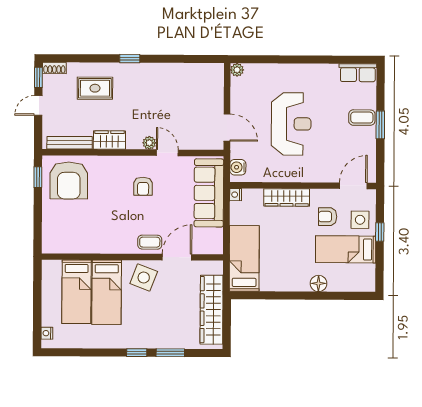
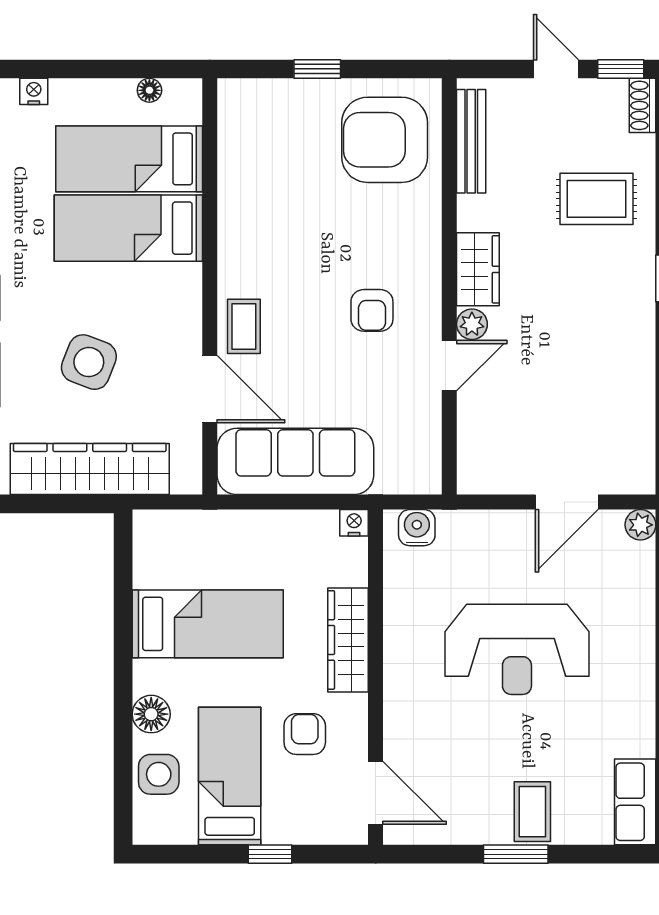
rug: (95, 88) -> (597, 199), turned 90
door: (227, 128) -> (567, 502), moved
wardrobe: (109, 140) -> (478, 269), moved
window: (38, 177) -> (317, 69), moved
armchair: (143, 186) -> (372, 310), turned -90
sofa: (209, 193) -> (295, 461), moved
side table: (360, 220) -> (159, 774), moved
bed: (244, 258) -> (208, 624), moved
side table: (144, 278) -> (89, 362), moved
floor lamp: (47, 283) -> (149, 90), added

